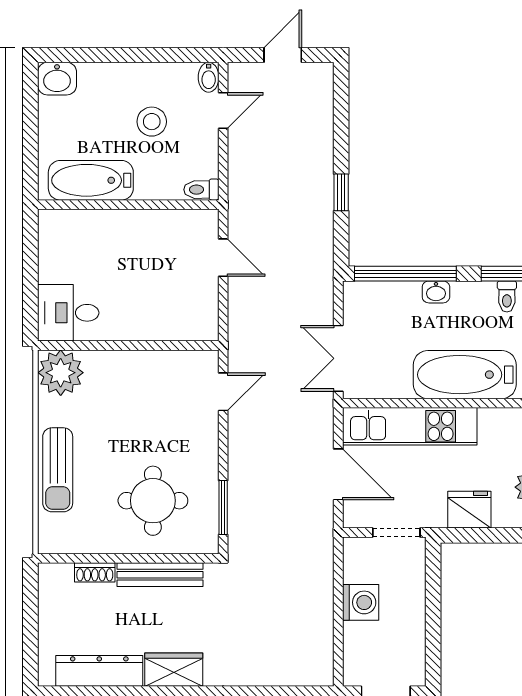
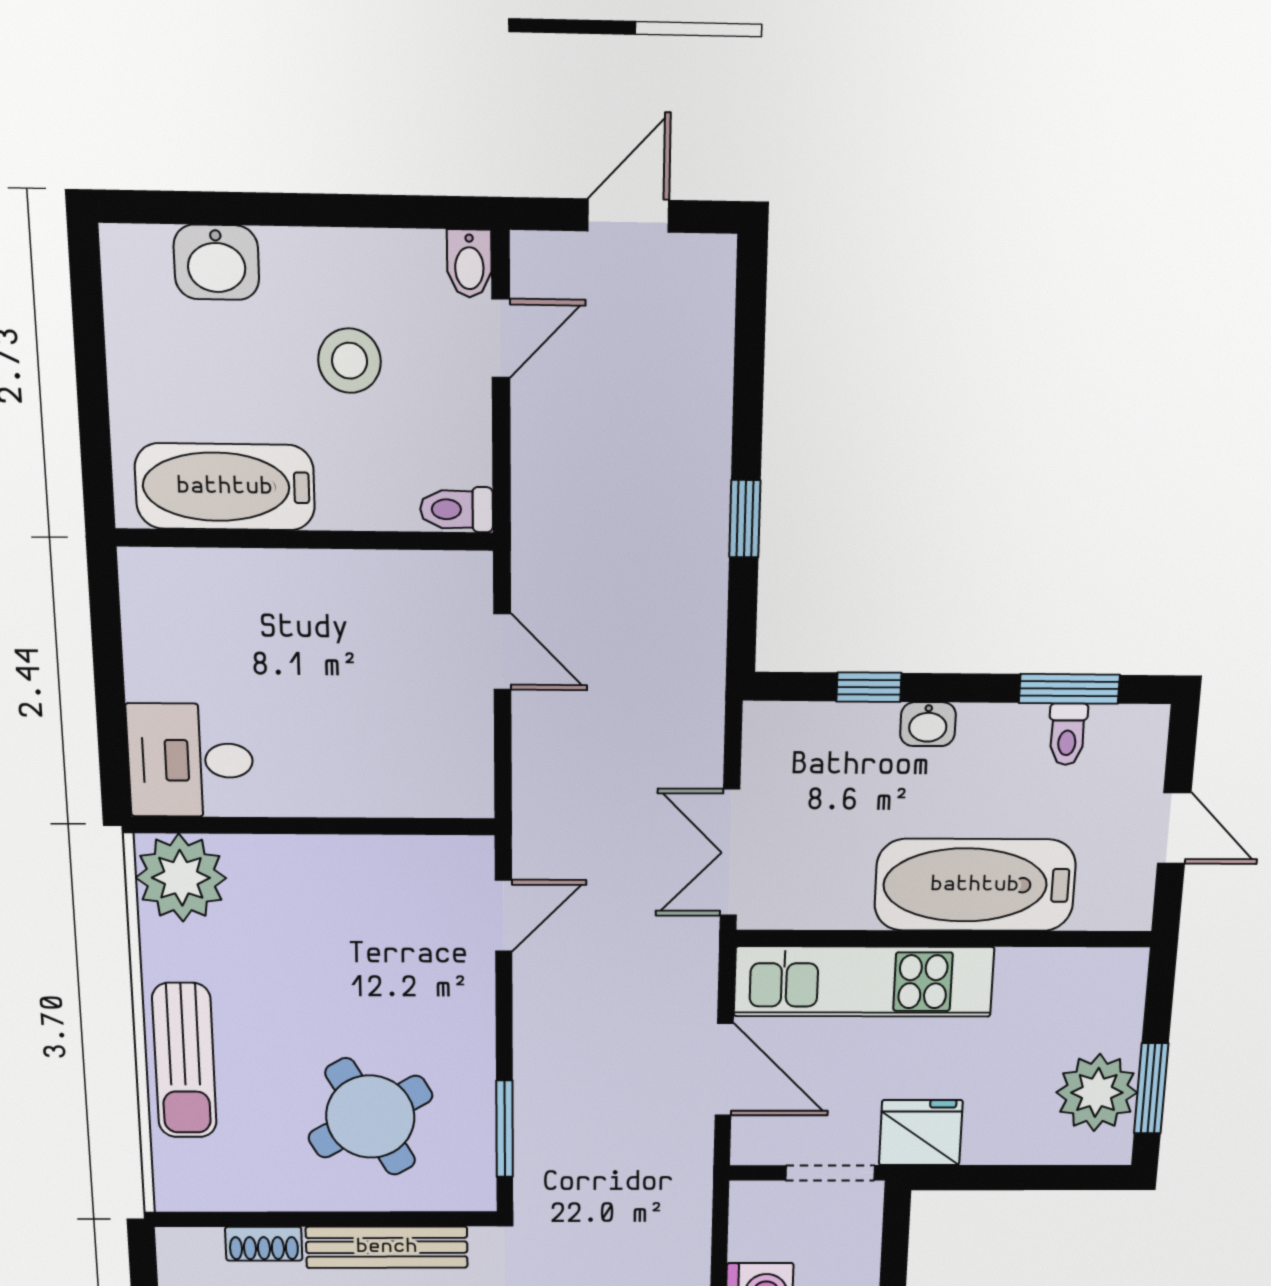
washbasin: (57, 79) -> (216, 262), moved
window: (405, 274) -> (869, 687), width x0.32
round table: (153, 501) -> (370, 1117), turned -30
fridge: (469, 510) -> (921, 1133), moved

